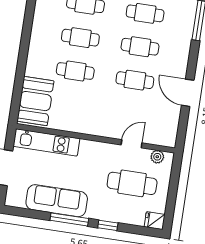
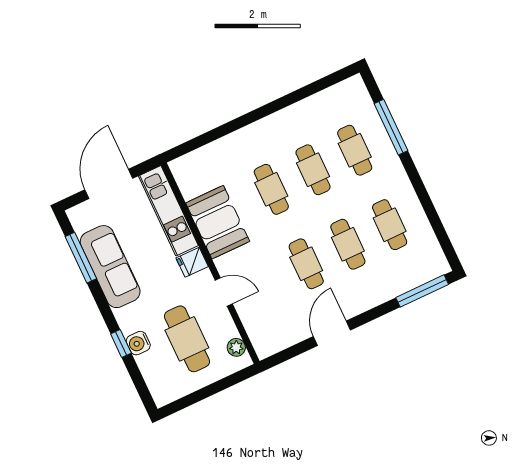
booth: (35, 101) -> (218, 222), moved, turned 90
door: (132, 144) -> (224, 292), moved
water cooler: (115, 215) -> (138, 343), added
window: (69, 219) -> (81, 258), moved
fridge: (155, 221) -> (192, 262), moved, turned -90

